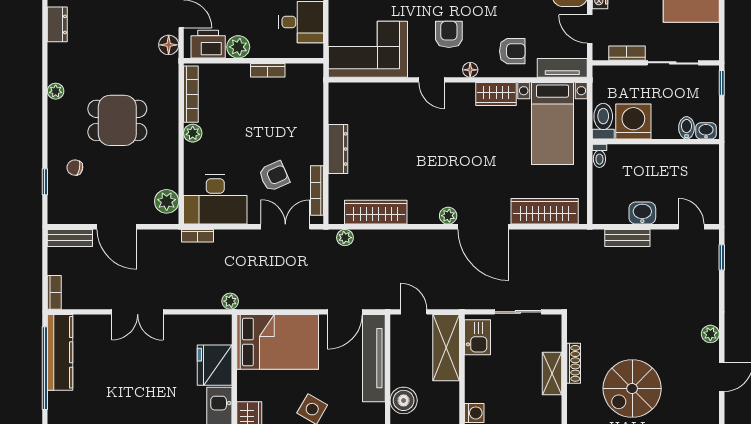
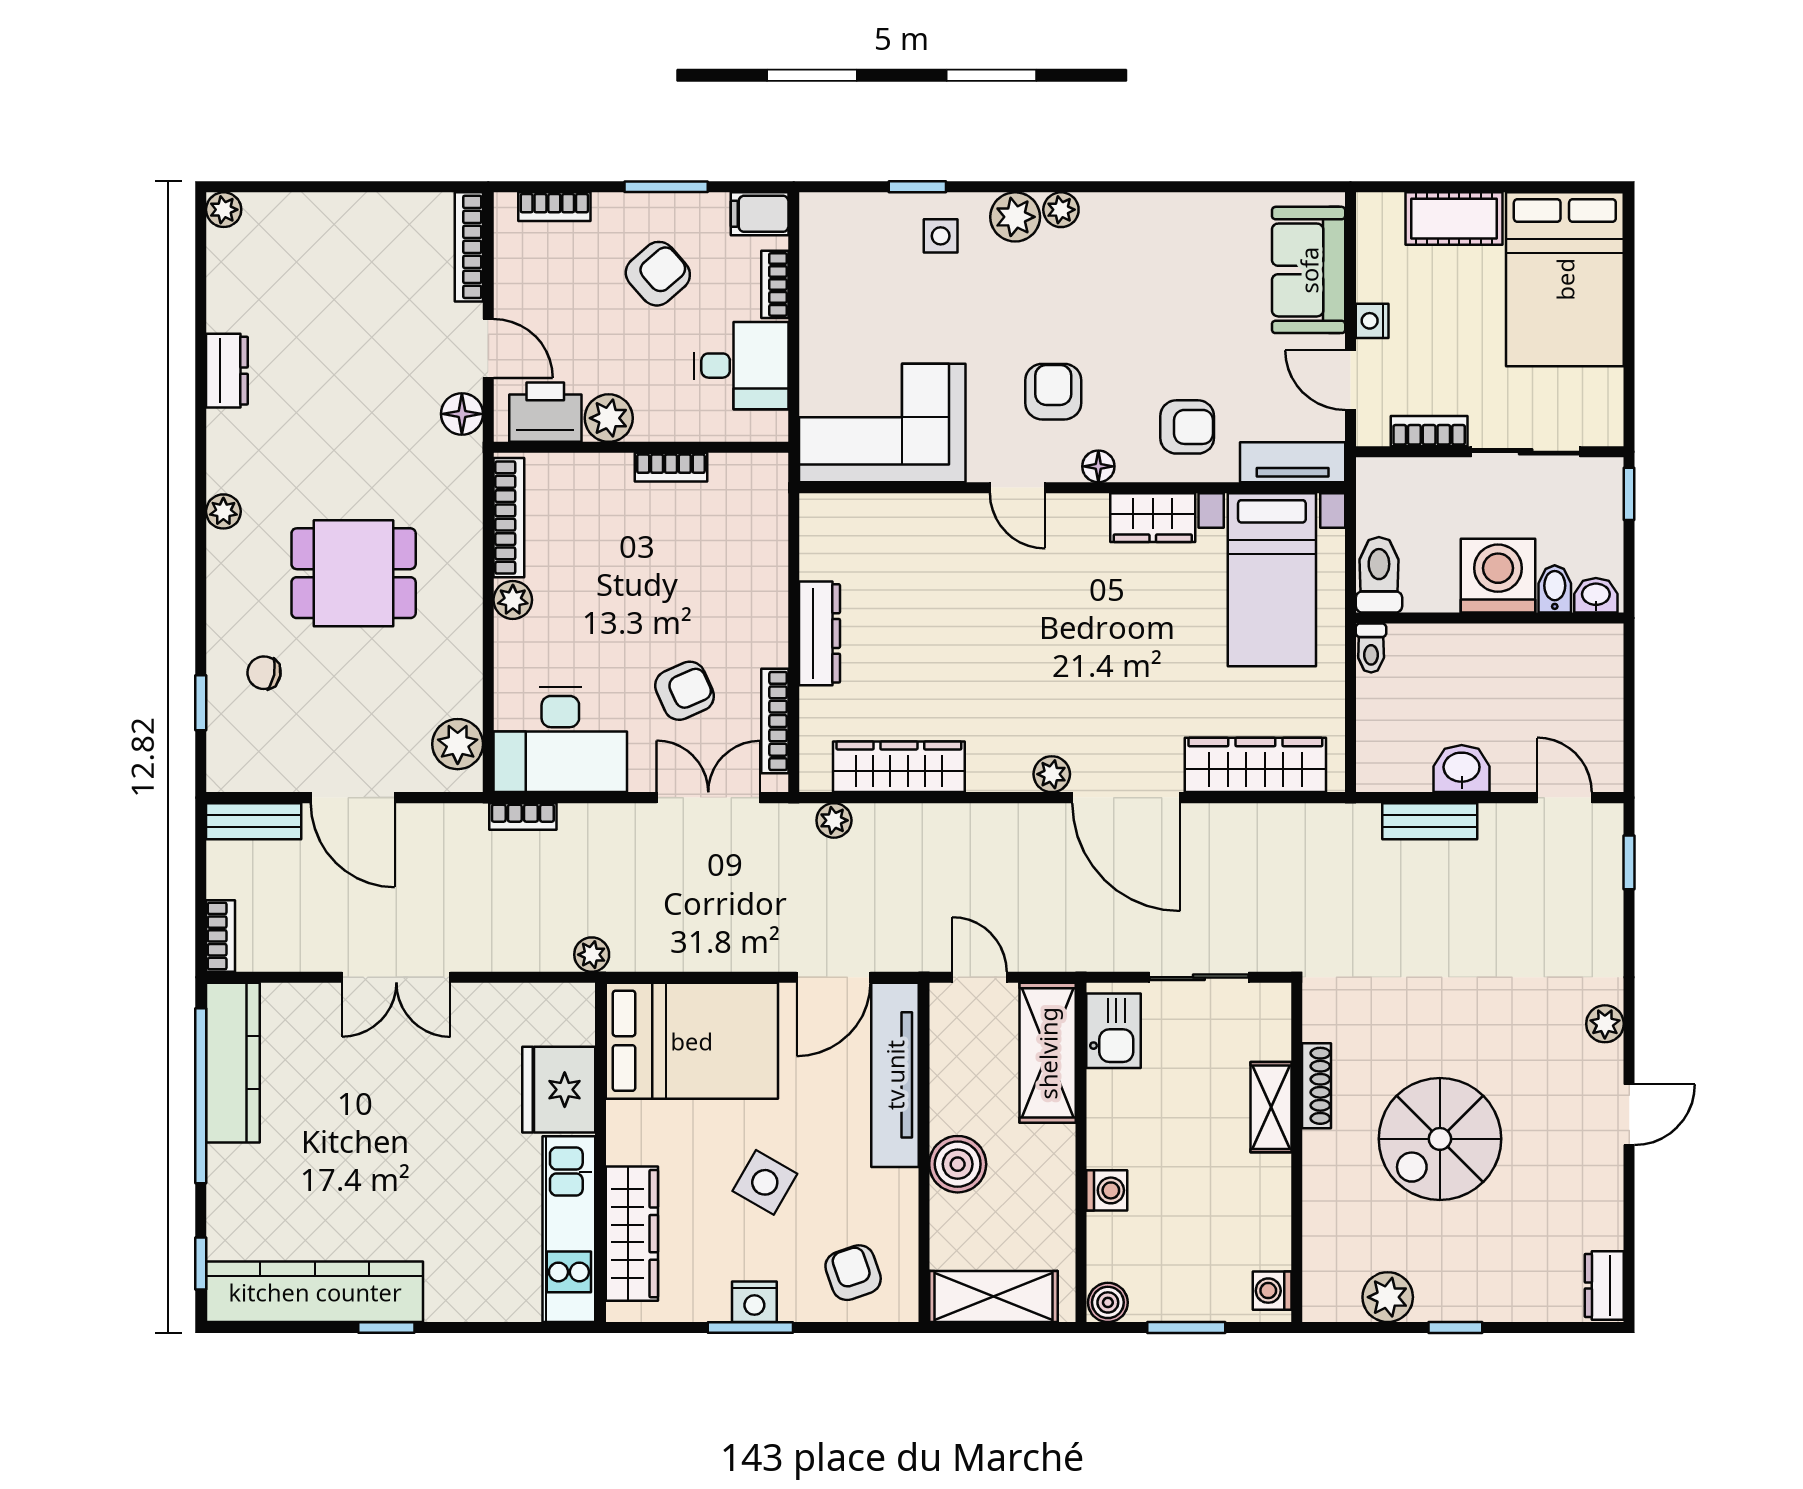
washing machine: (633, 122) -> (1498, 576), moved

